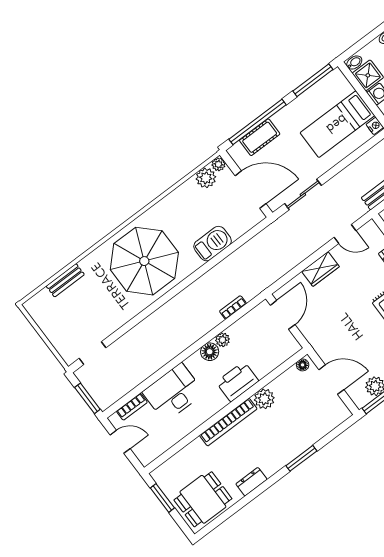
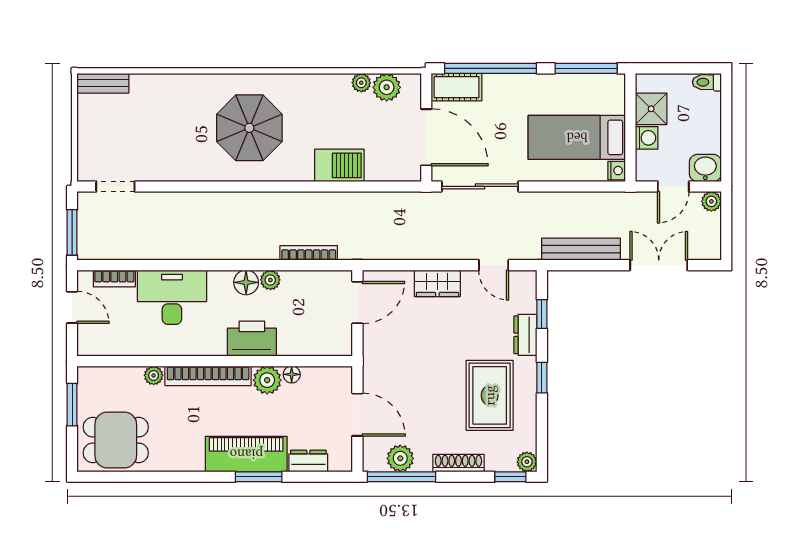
bidet: (354, 63) -> (647, 83), removed
cot: (260, 137) -> (456, 87), moved
plant: (218, 164) -> (361, 83), moved
sliding door: (303, 195) -> (480, 186), width x1.37
parasol: (144, 261) -> (249, 128), width x0.73, depth x0.73
bench: (65, 280) -> (103, 83), moved
bookcase: (233, 307) -> (309, 253), width x1.56
floor lamp: (303, 365) -> (292, 374), moved
plant: (197, 446) -> (154, 375), added
piano: (284, 451) -> (246, 454), added
dresser: (251, 482) -> (308, 461), moved

